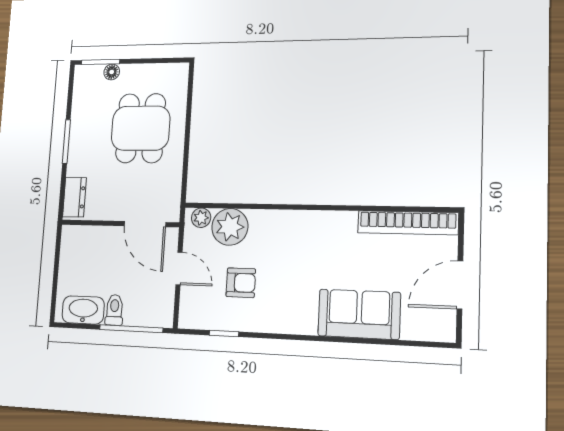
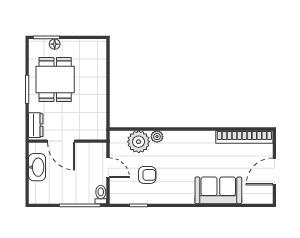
dining table: (141, 128) -> (55, 79), moved
plant: (201, 218) -> (157, 137), moved
door: (145, 224) -> (61, 141), moved
washbasin: (83, 310) -> (37, 167), moved, turned 90
toilet: (114, 310) -> (101, 194), moved

